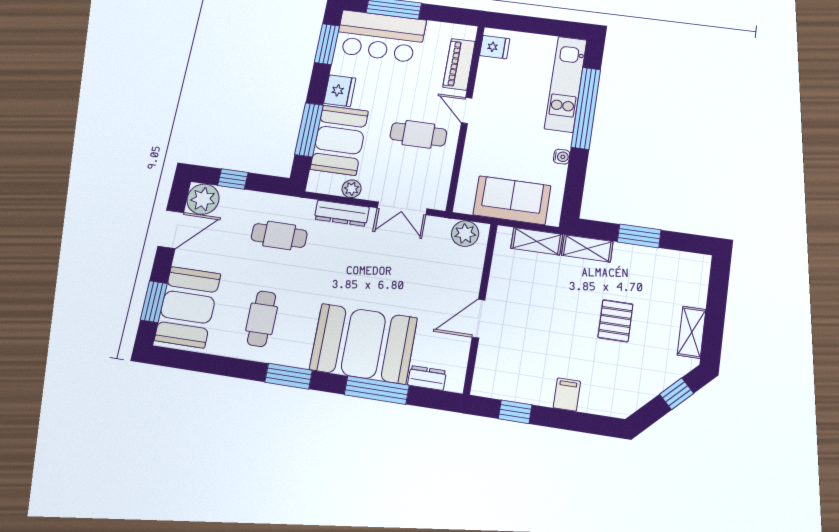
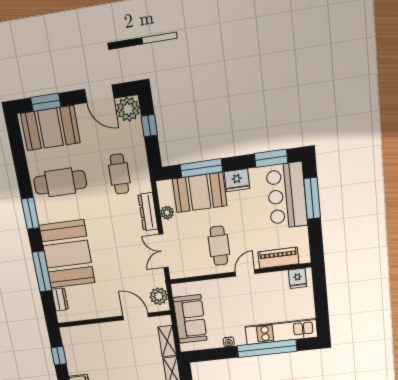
cafe table: (262, 319) -> (60, 182), width x1.37, depth x1.35
door: (479, 319) -> (136, 316), moved

